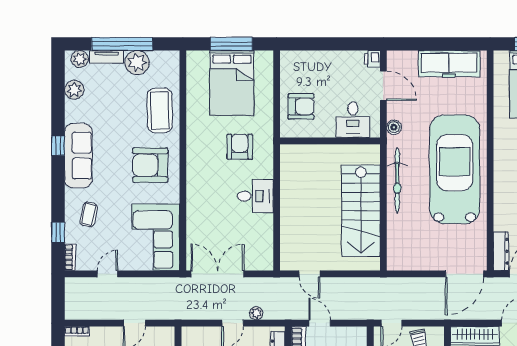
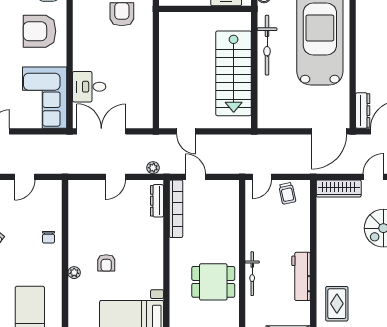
desk: (255, 196) -> (89, 87), moved, turned 180
plant: (256, 313) -> (153, 168), moved

